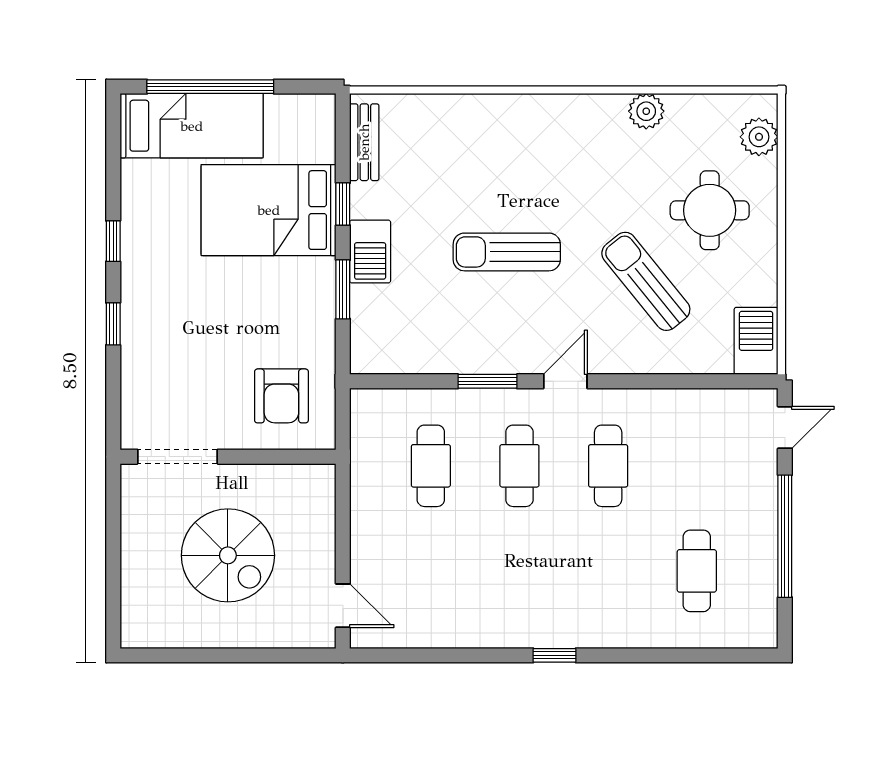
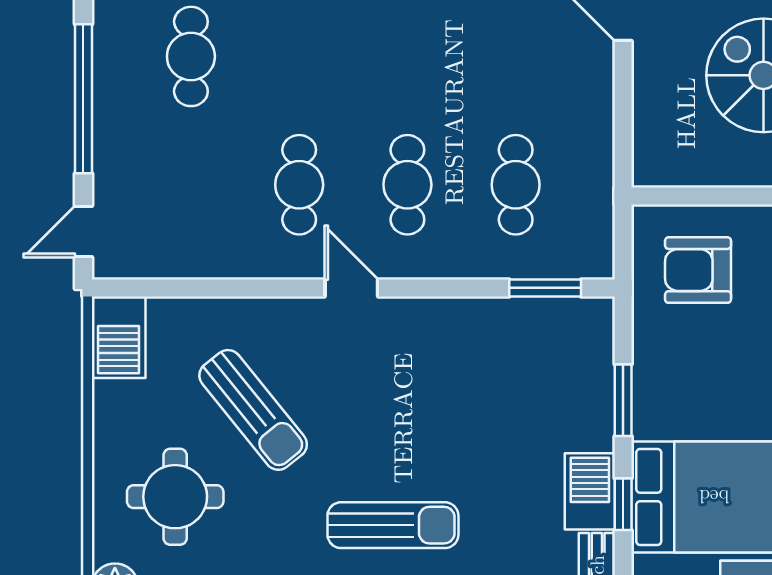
barbecue: (370, 252) -> (590, 491), moved
sun lounger: (507, 252) -> (393, 525), moved
window: (488, 381) -> (545, 288), moved
door: (565, 381) -> (351, 288), swing flipped
armchair: (281, 396) -> (698, 270), turned -90

